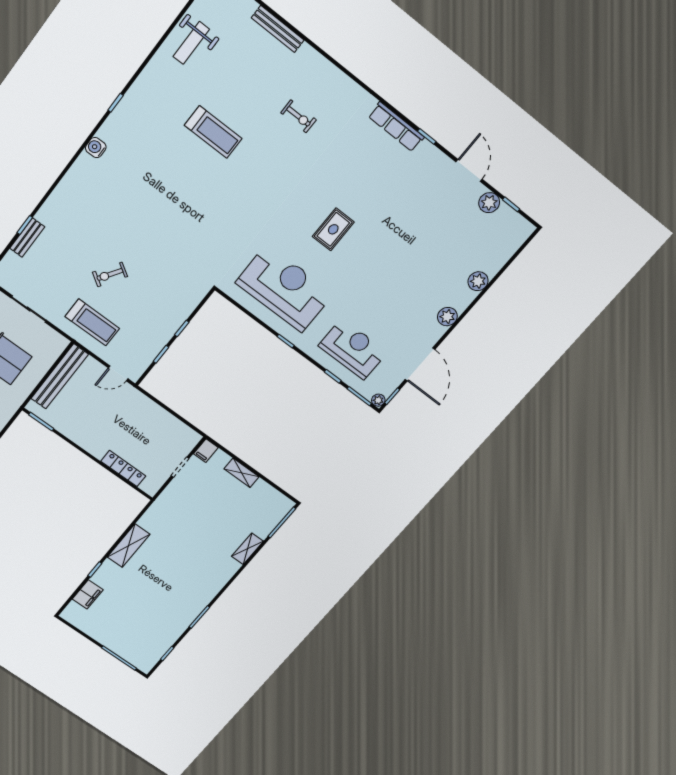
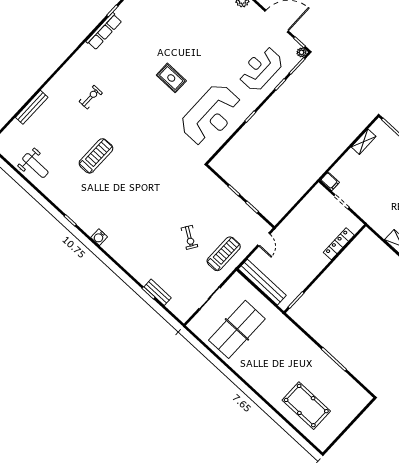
reception desk: (284, 288) -> (211, 115), turned 180
shelving: (241, 473) -> (364, 142), moved

